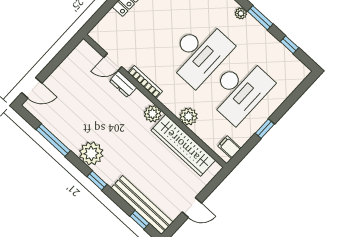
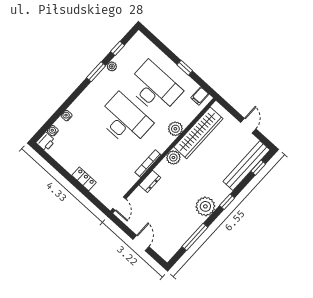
plant: (241, 13) -> (112, 66), moved
door: (113, 62) -> (119, 204), moved
door: (32, 88) -> (141, 243), moved

